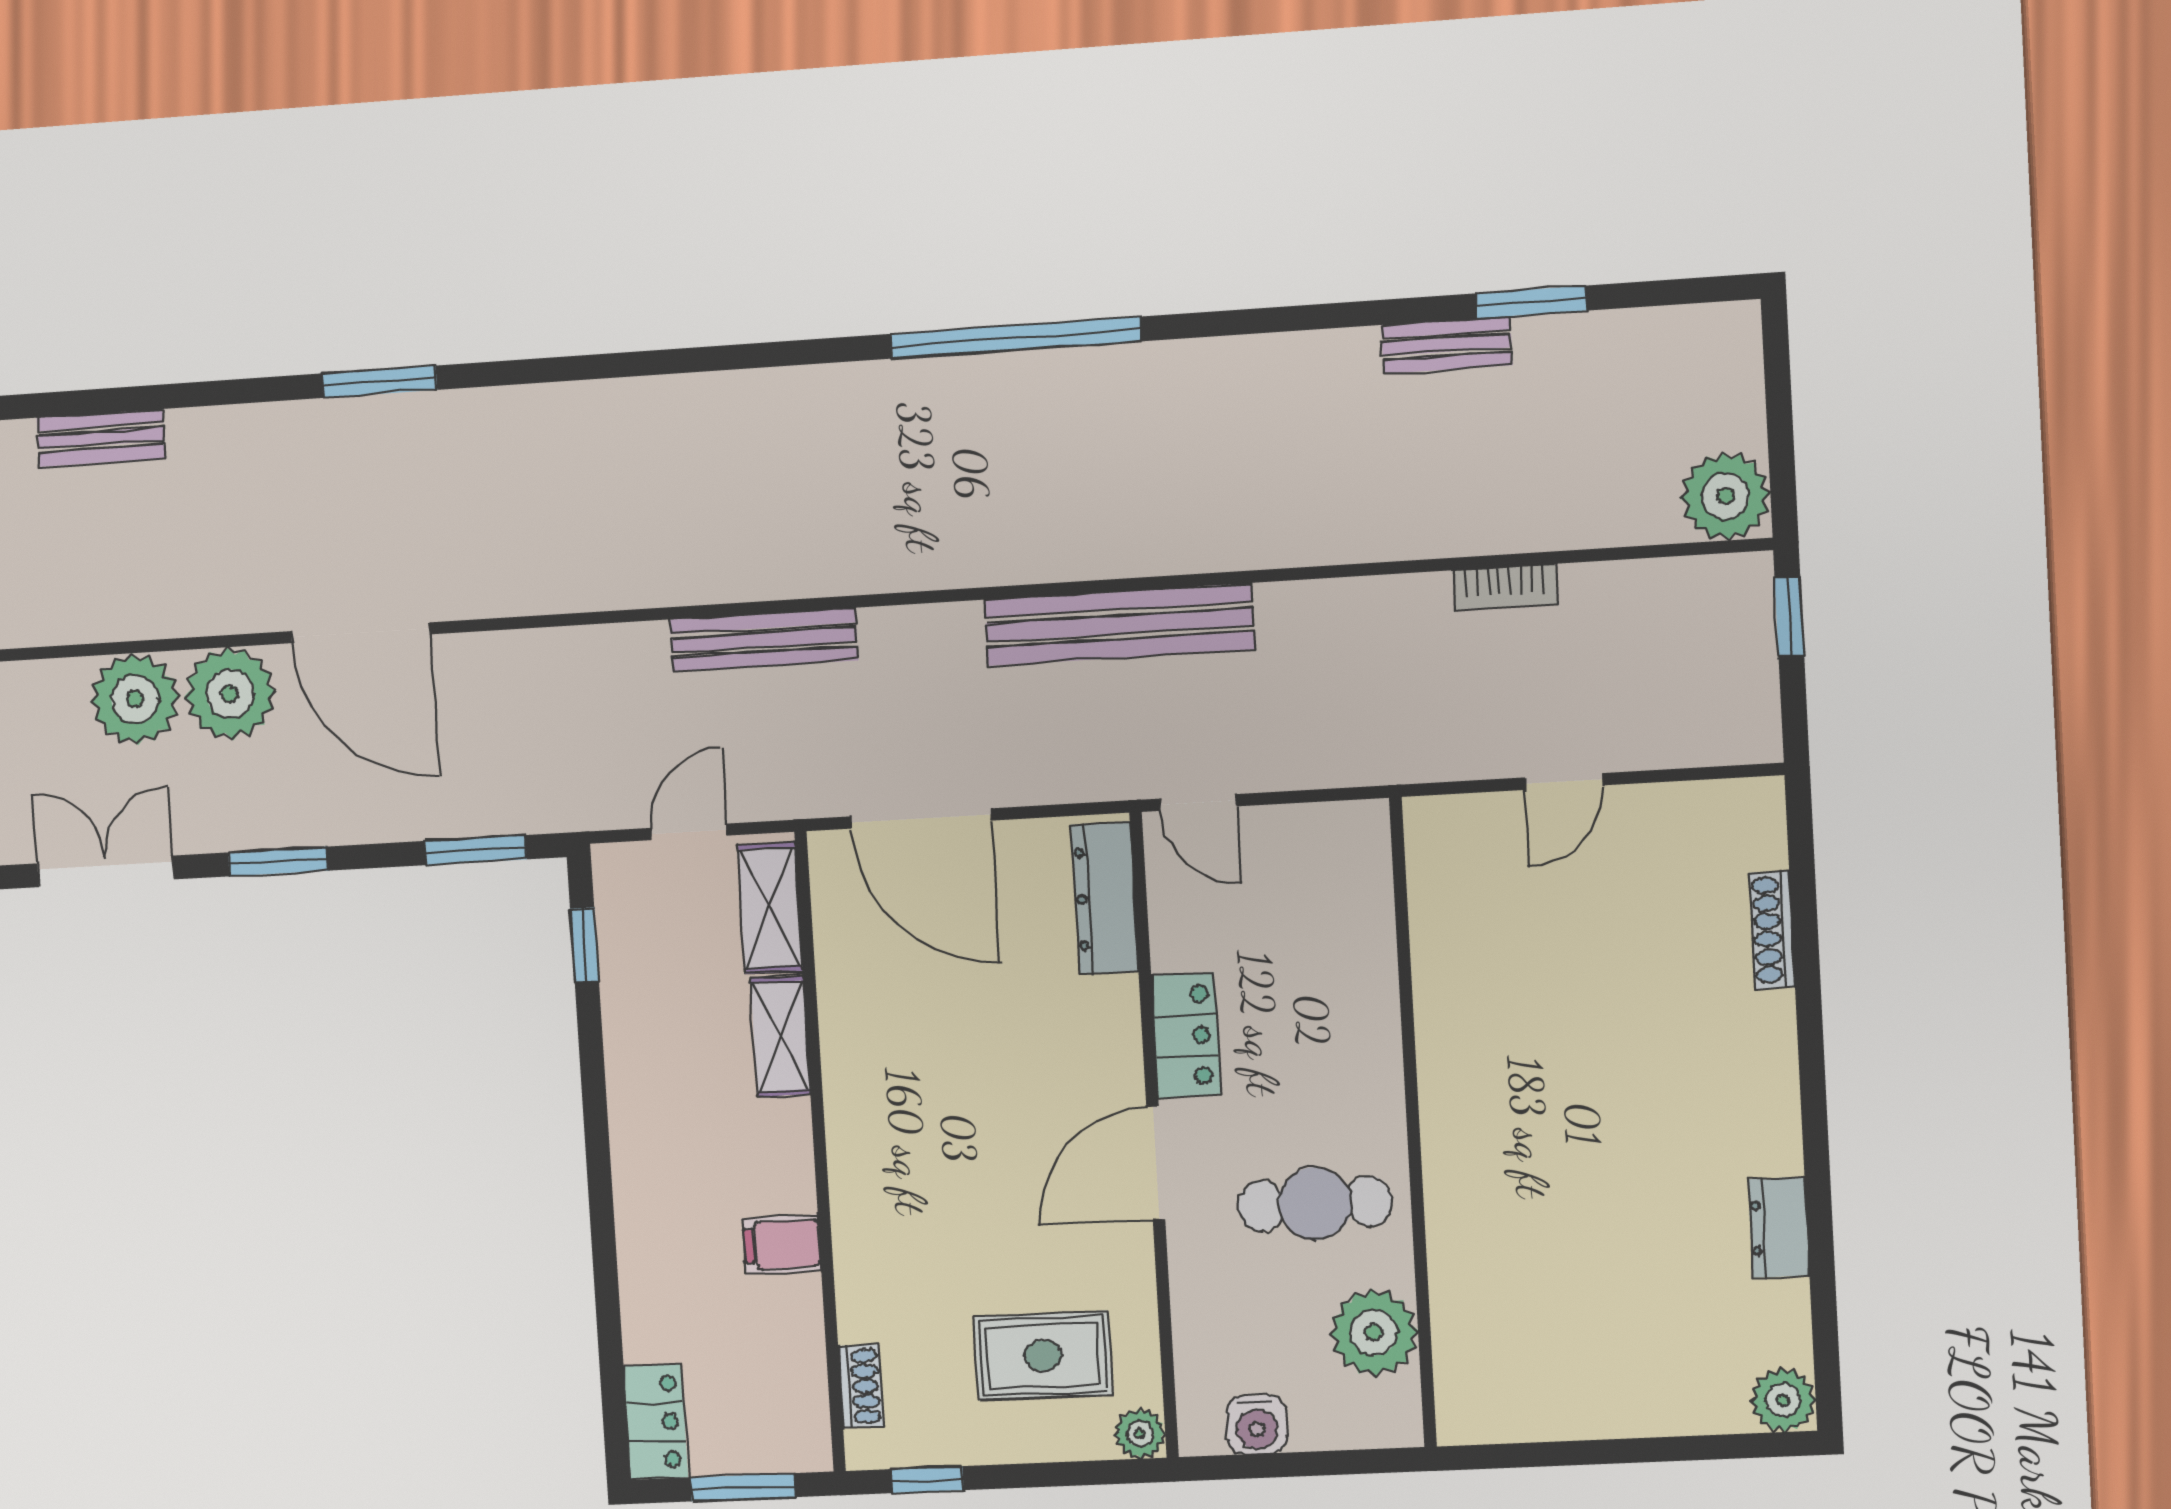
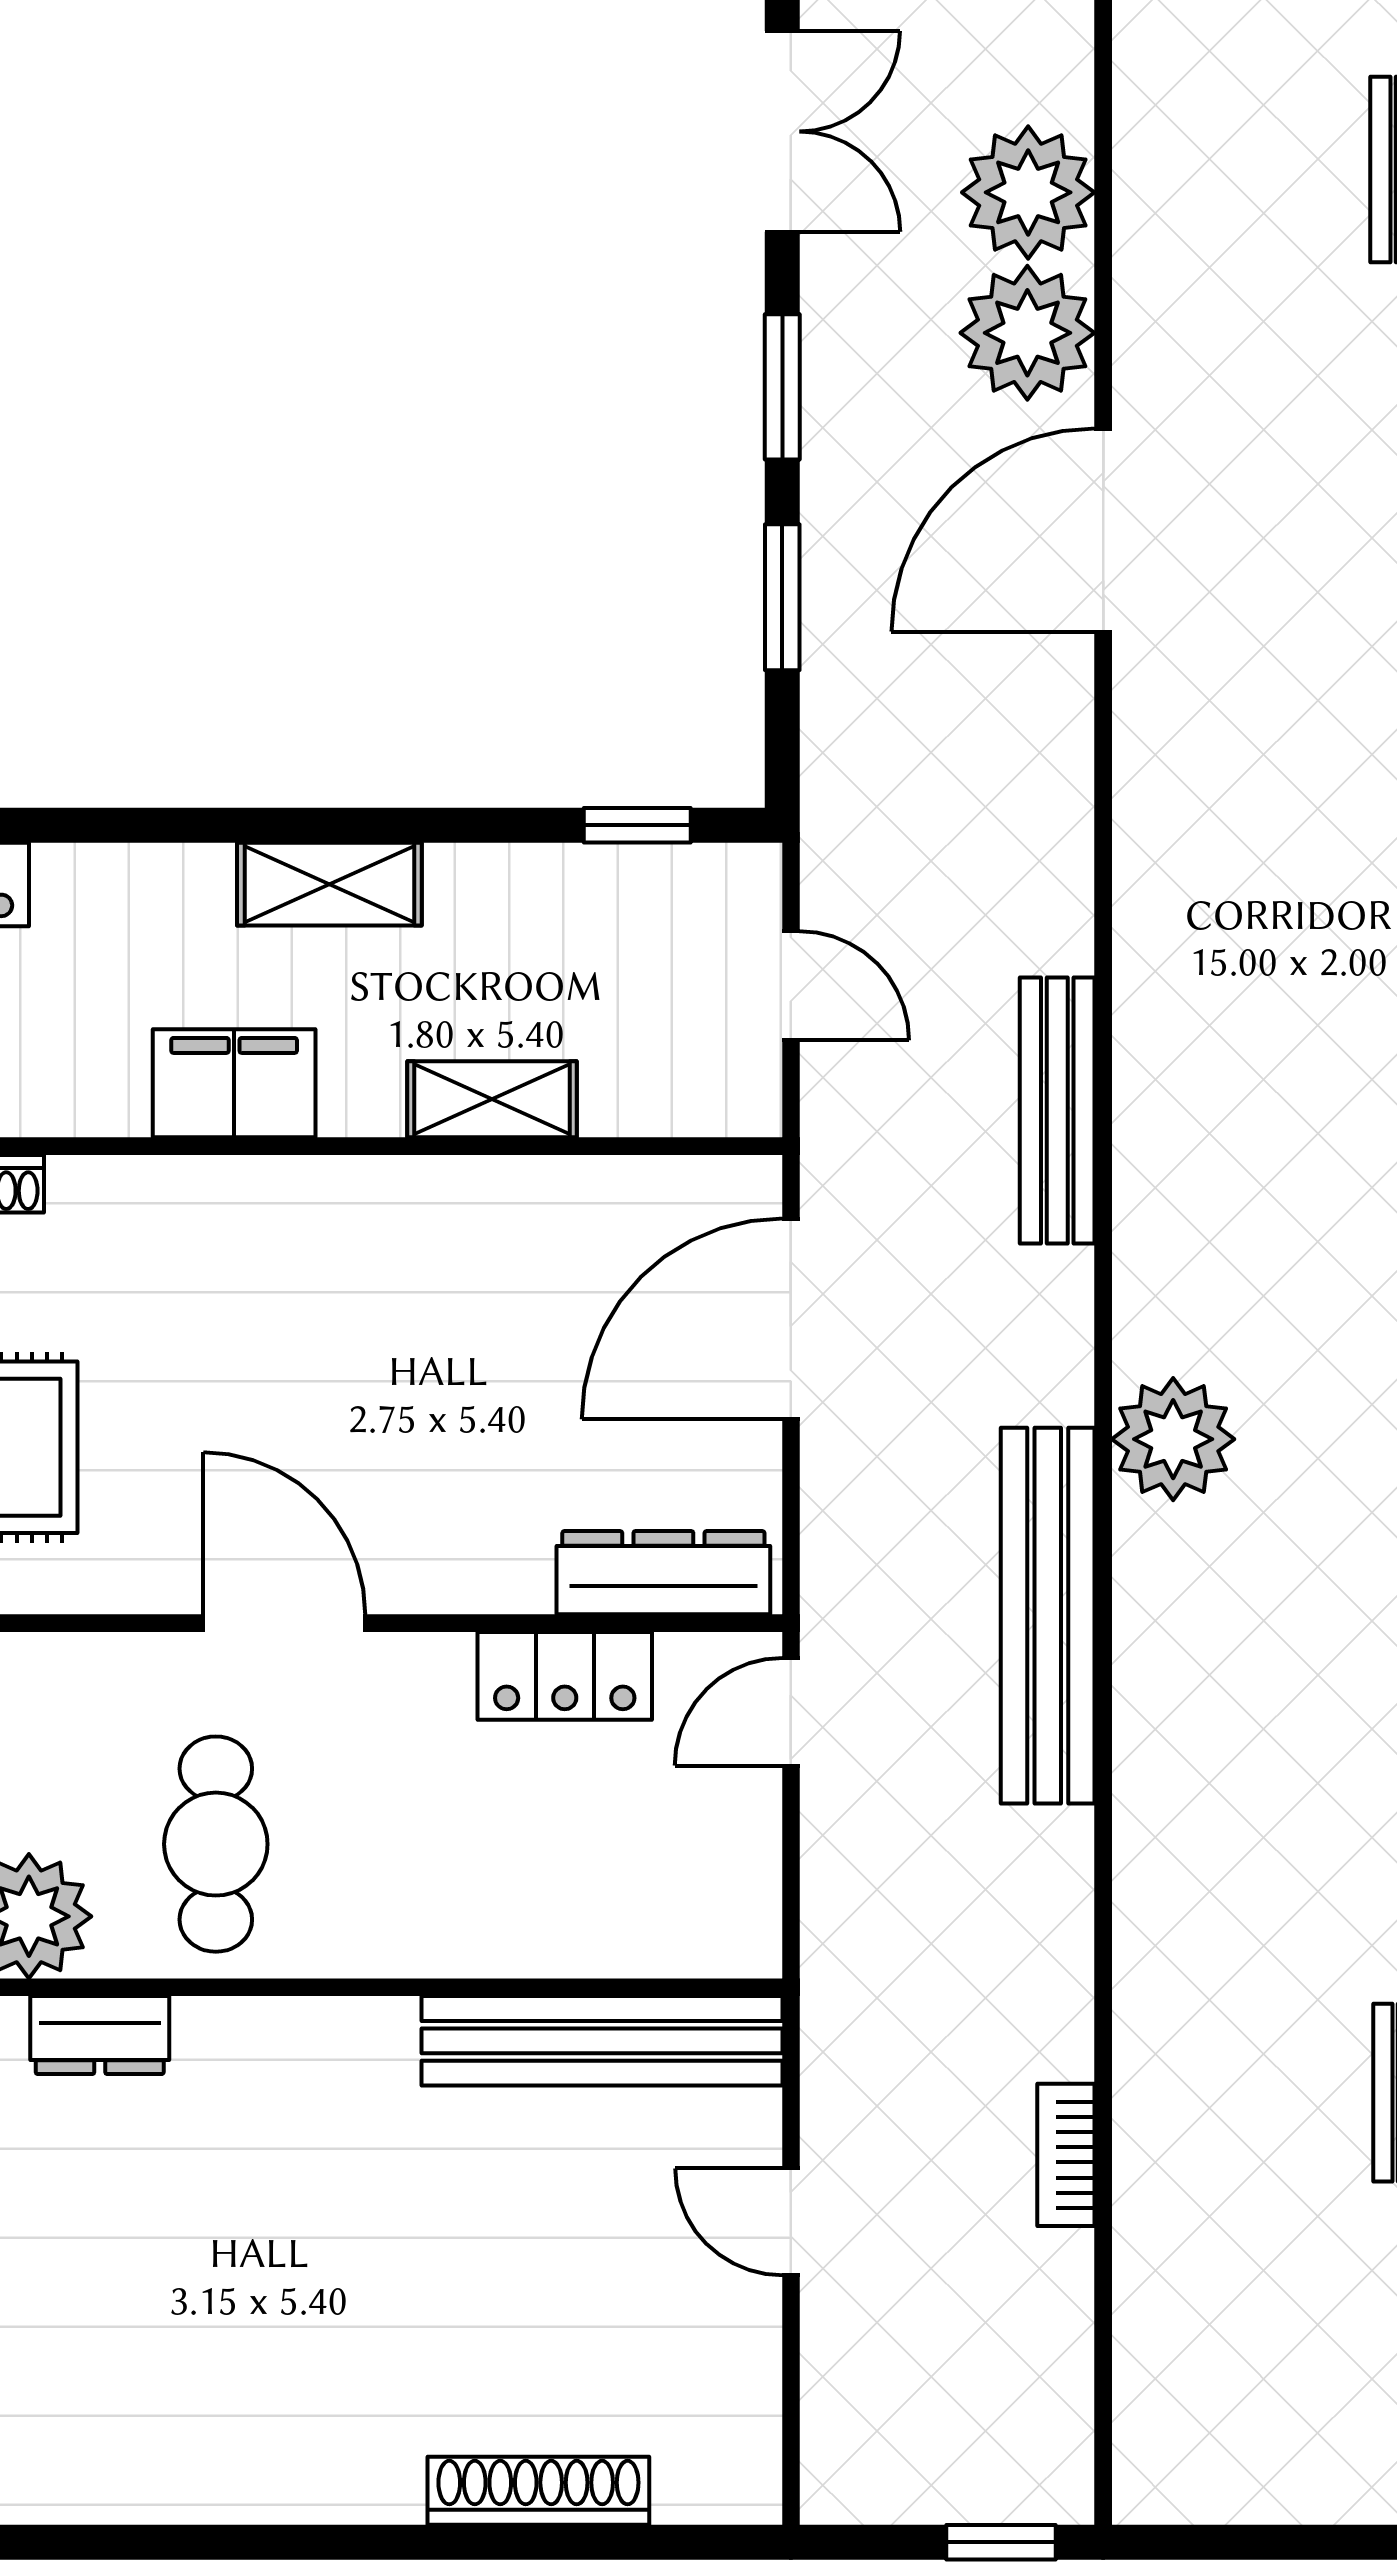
plant: (1726, 496) -> (1173, 1439), moved
window: (476, 850) -> (782, 597), moved
shelving: (770, 908) -> (329, 884), moved
bench: (1441, 923) -> (602, 2041), added
shoe rack: (1772, 930) -> (538, 2491), width x1.36, depth x1.24
locker: (1186, 1035) -> (565, 1676), moved
dresser: (1779, 1227) -> (100, 2035), moved, turned 180
filing cabinet: (782, 1244) -> (234, 1083), width x2.00

